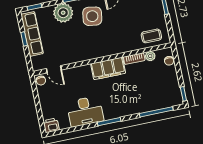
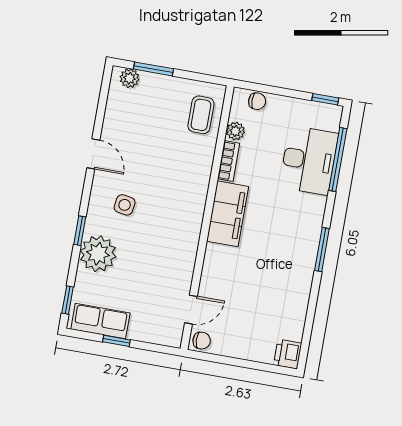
side table: (92, 16) -> (125, 205), width x0.54, depth x0.54
row of seats: (32, 34) -> (100, 321), width x0.68
desk: (85, 111) -> (309, 160), moved

